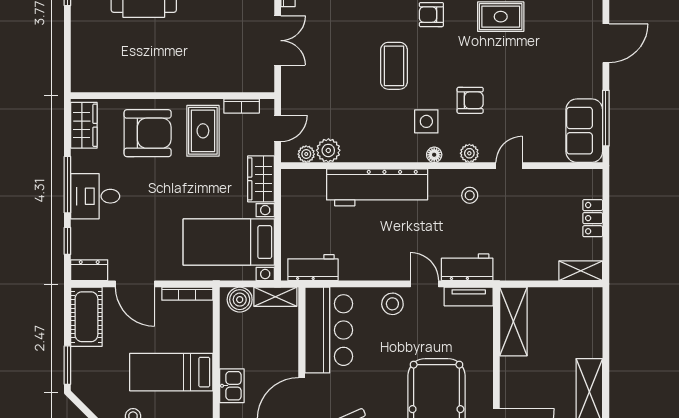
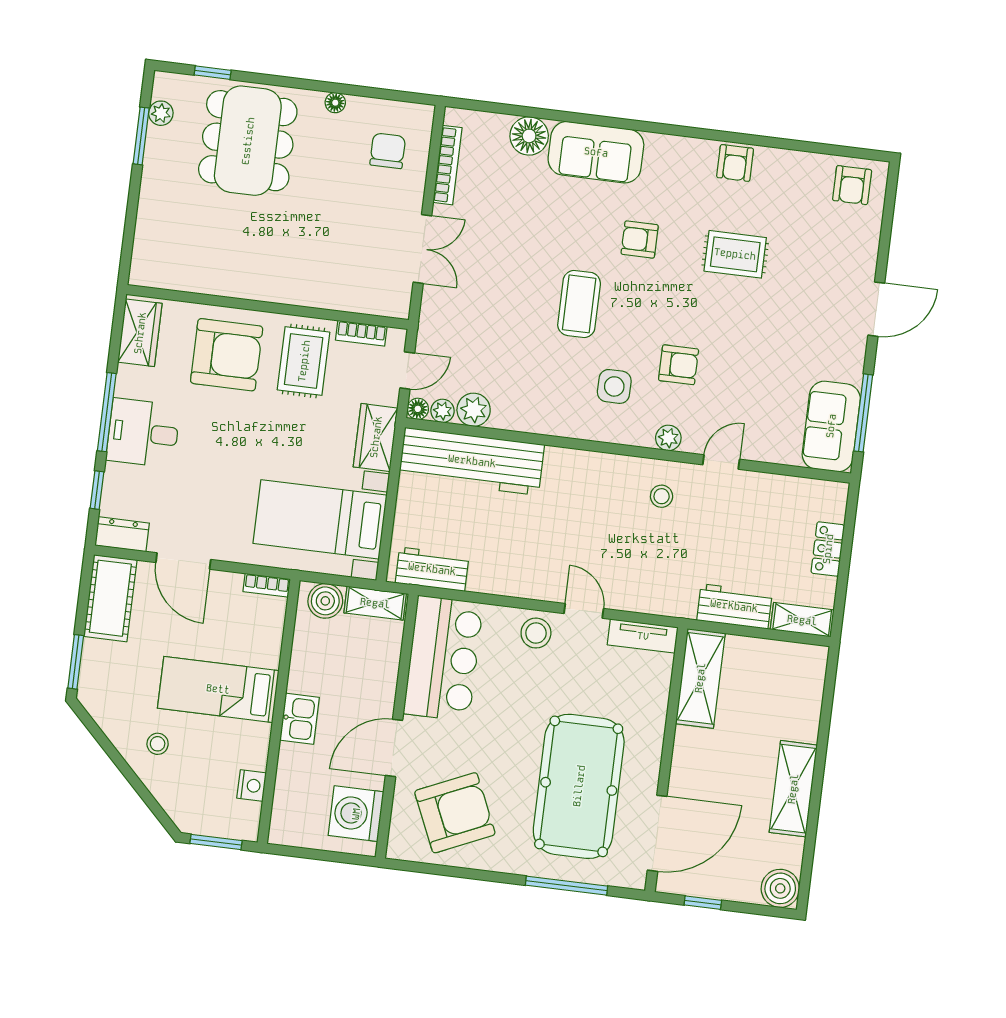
floor lamp: (434, 155) -> (418, 409), moved
workbench: (377, 187) -> (472, 461), moved
workbench: (467, 267) -> (734, 606), moved
bookcase: (187, 294) -> (267, 585), width x0.64

